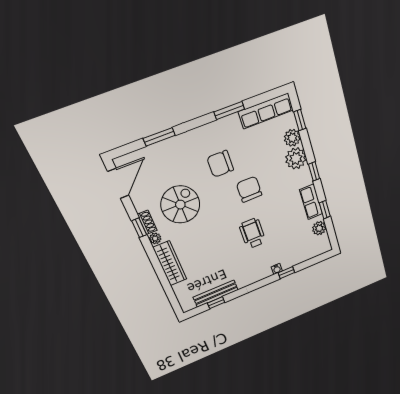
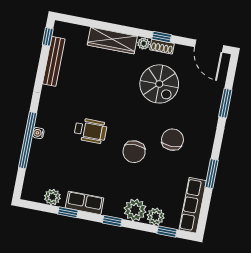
chair: (249, 189) -> (134, 152), turned 90
window: (286, 273) -> (28, 140), width x3.17
window: (216, 303) -> (48, 37), moved

